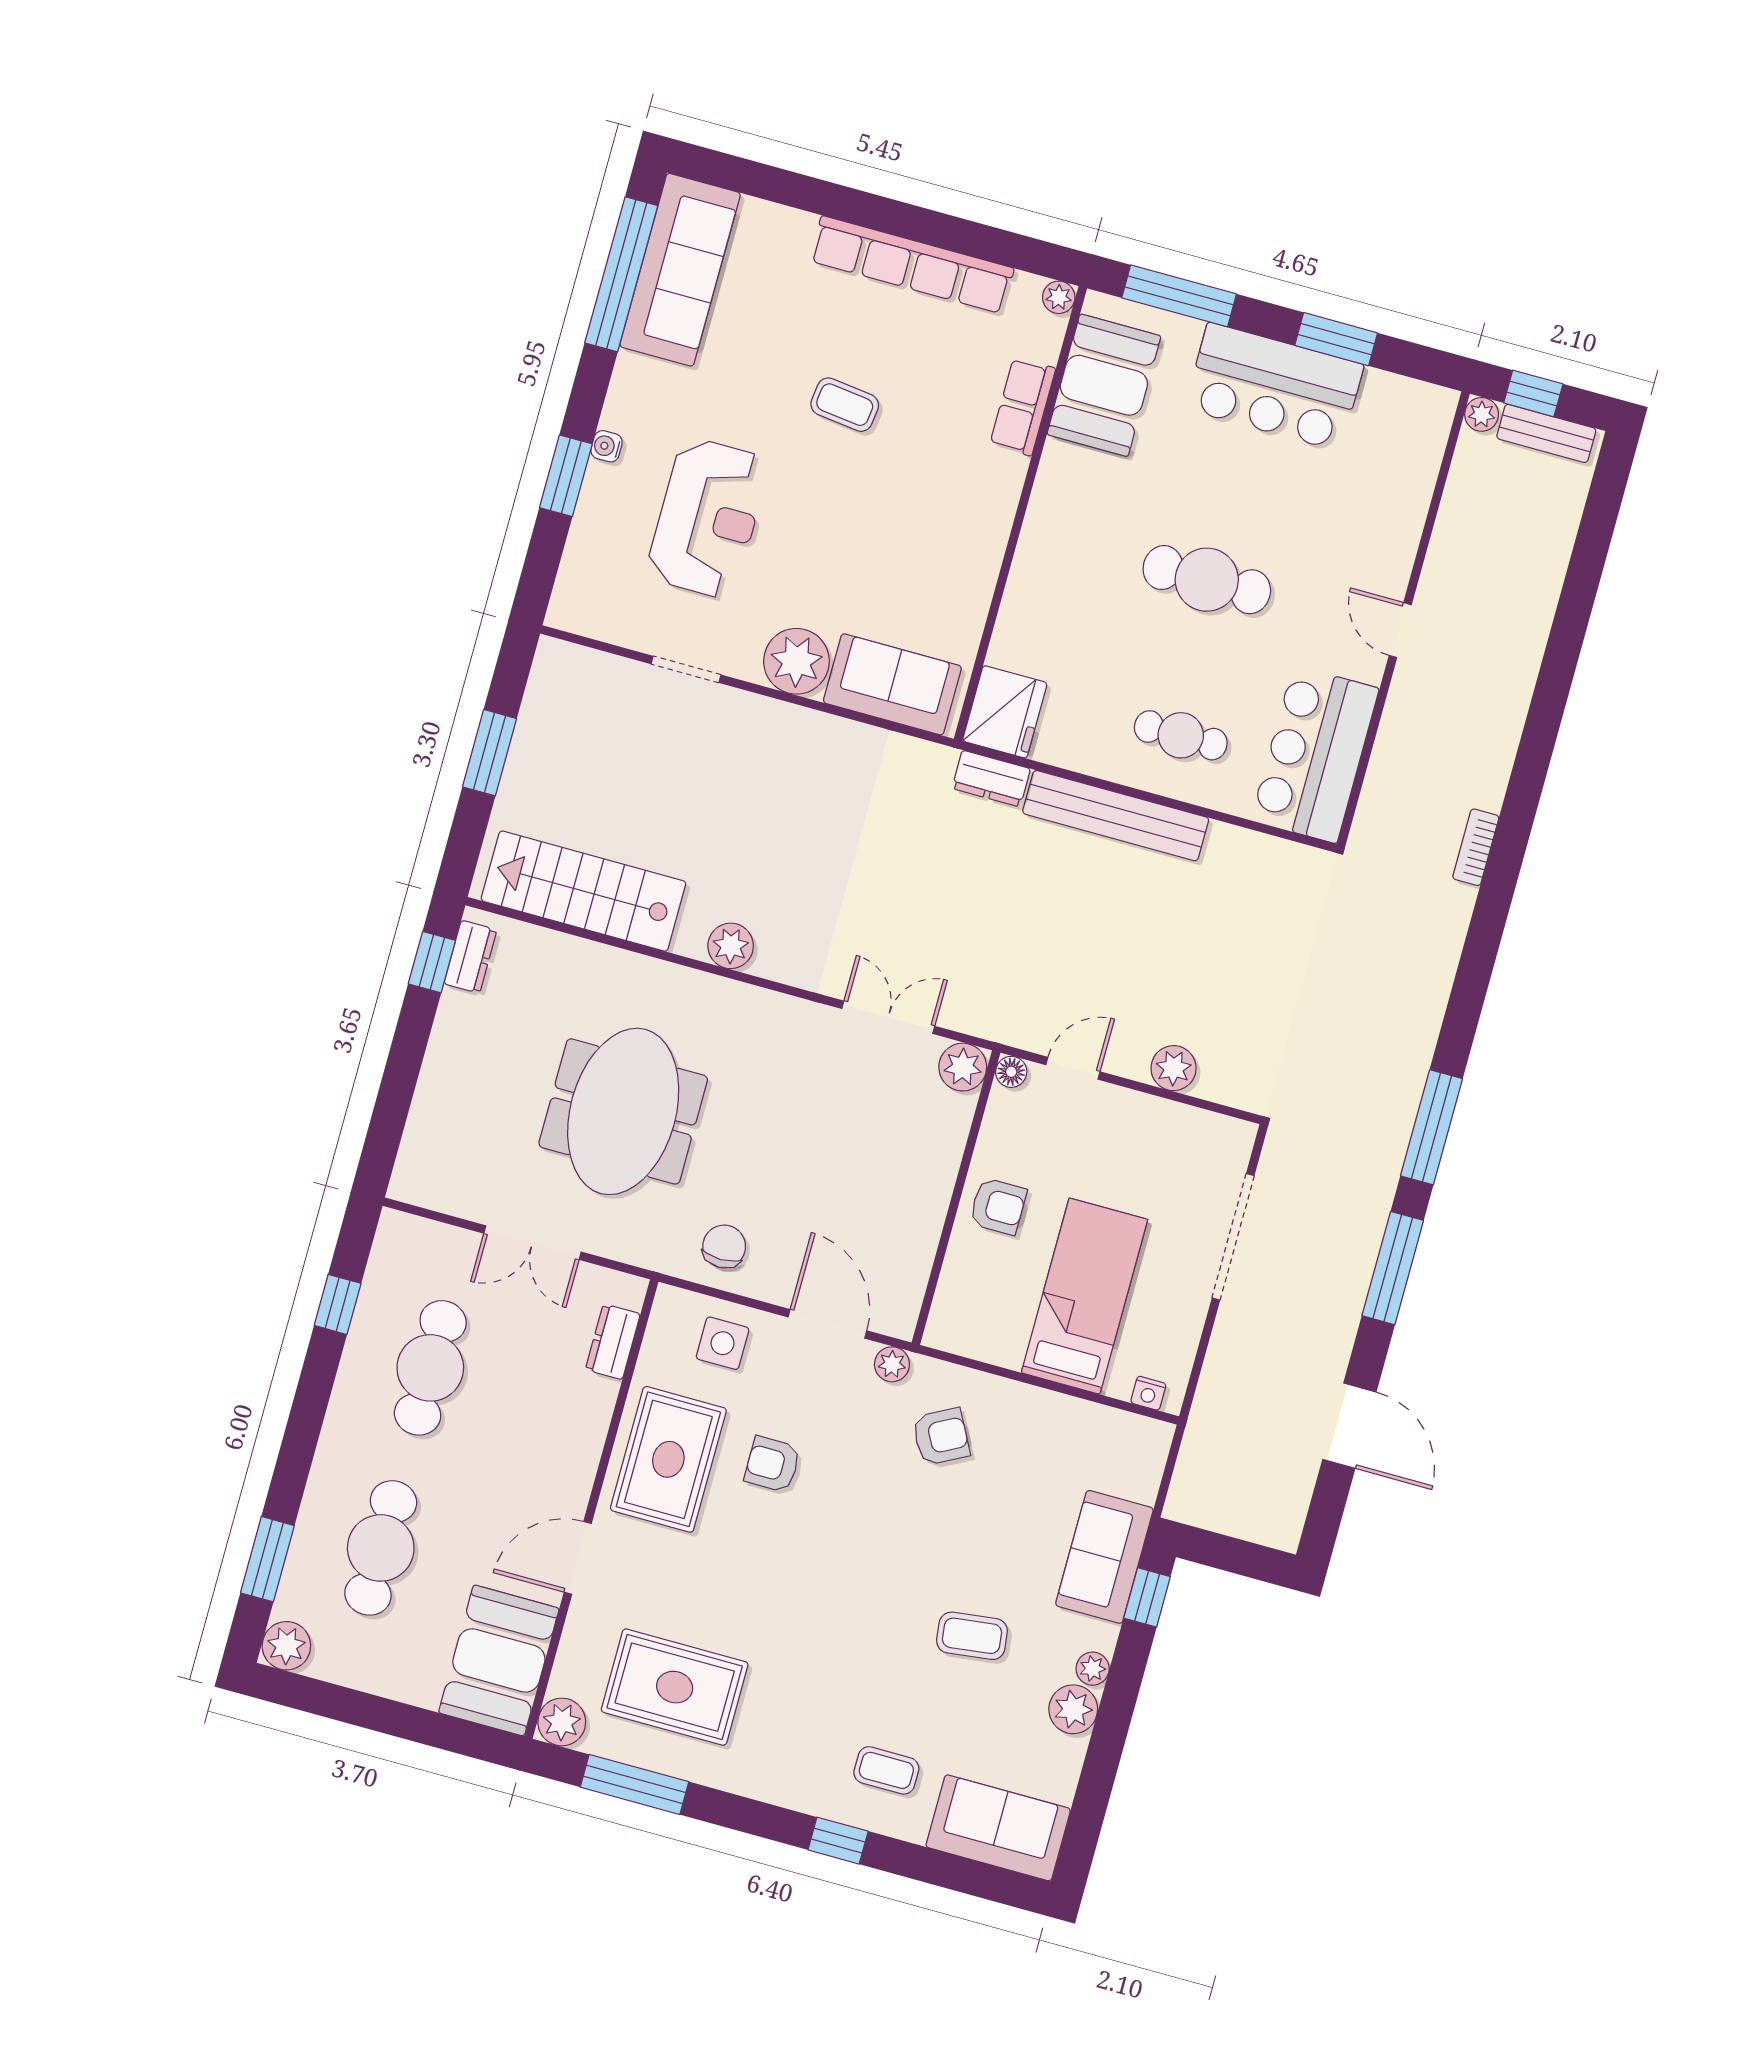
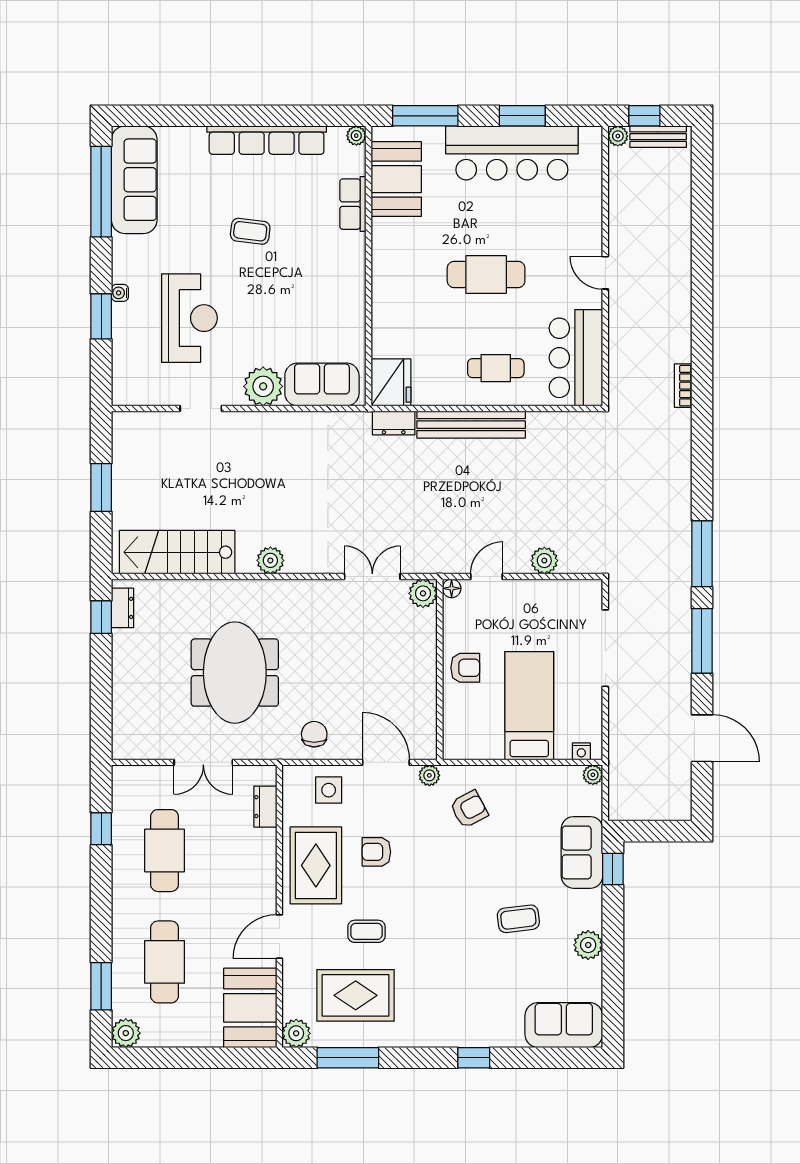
bar counter: (1274, 387) -> (512, 153), width x1.36
plant: (1093, 1669) -> (593, 775), moved
coffee table: (886, 1770) -> (367, 931), moved

